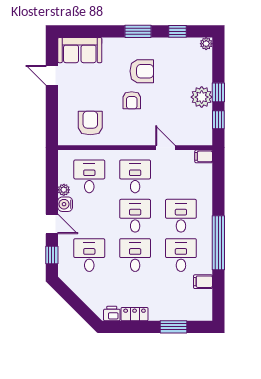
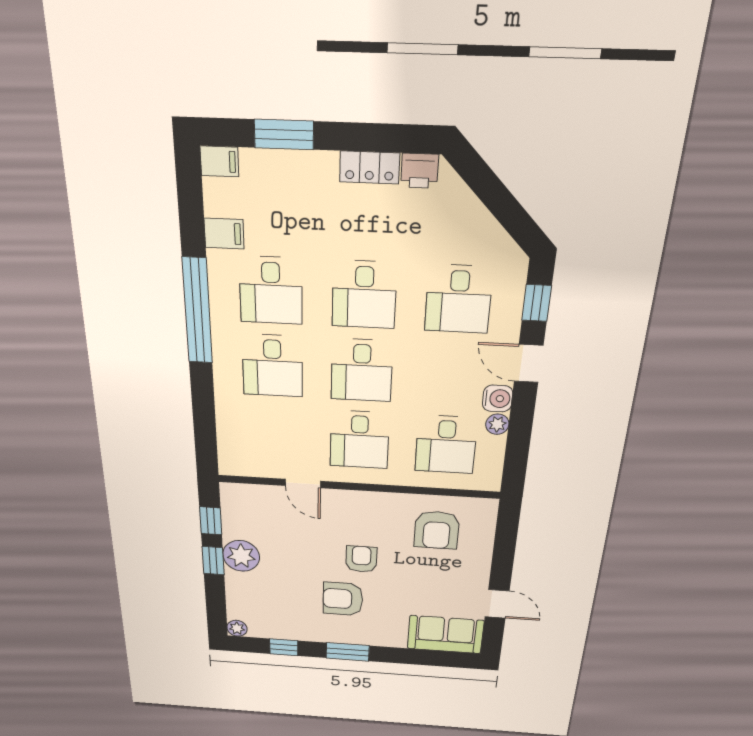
filing cabinet: (204, 156) -> (219, 161), moved

